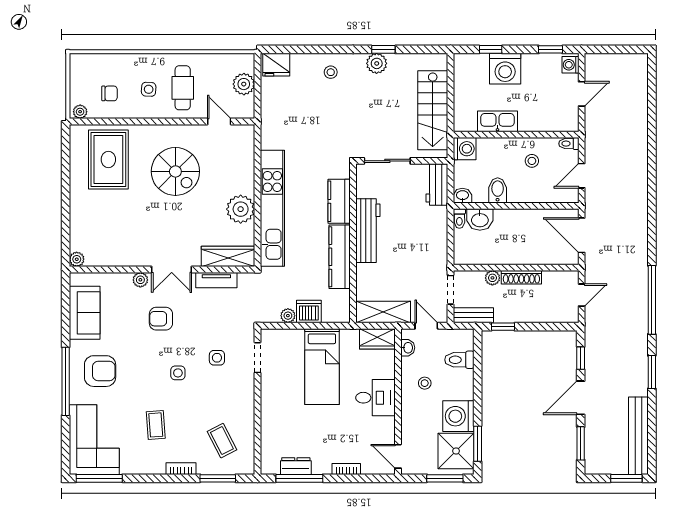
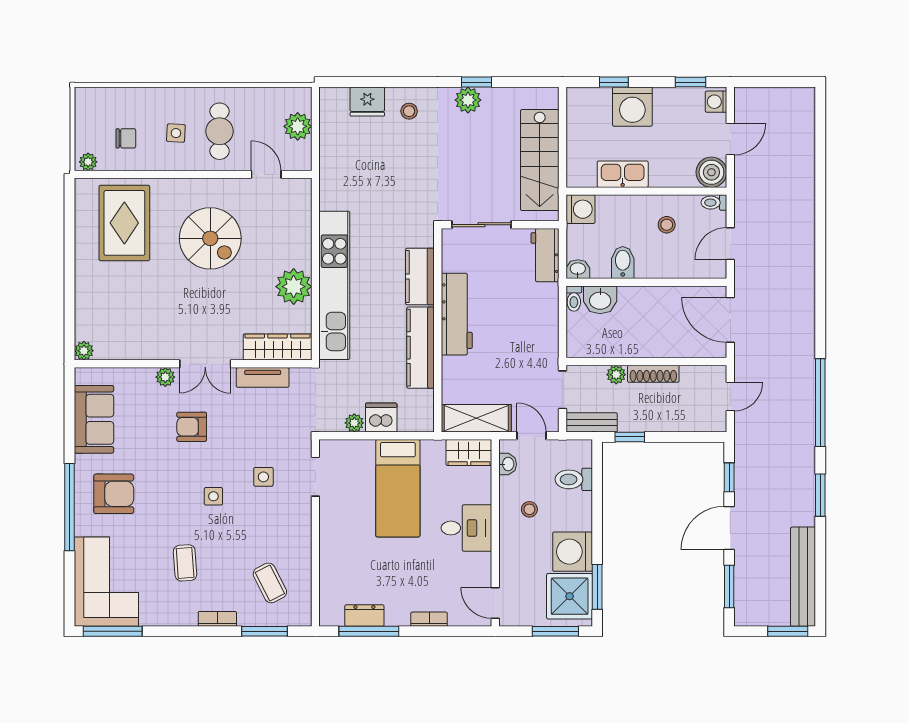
fridge: (276, 65) -> (367, 102), moved
boiler: (567, 120) -> (711, 172), added

